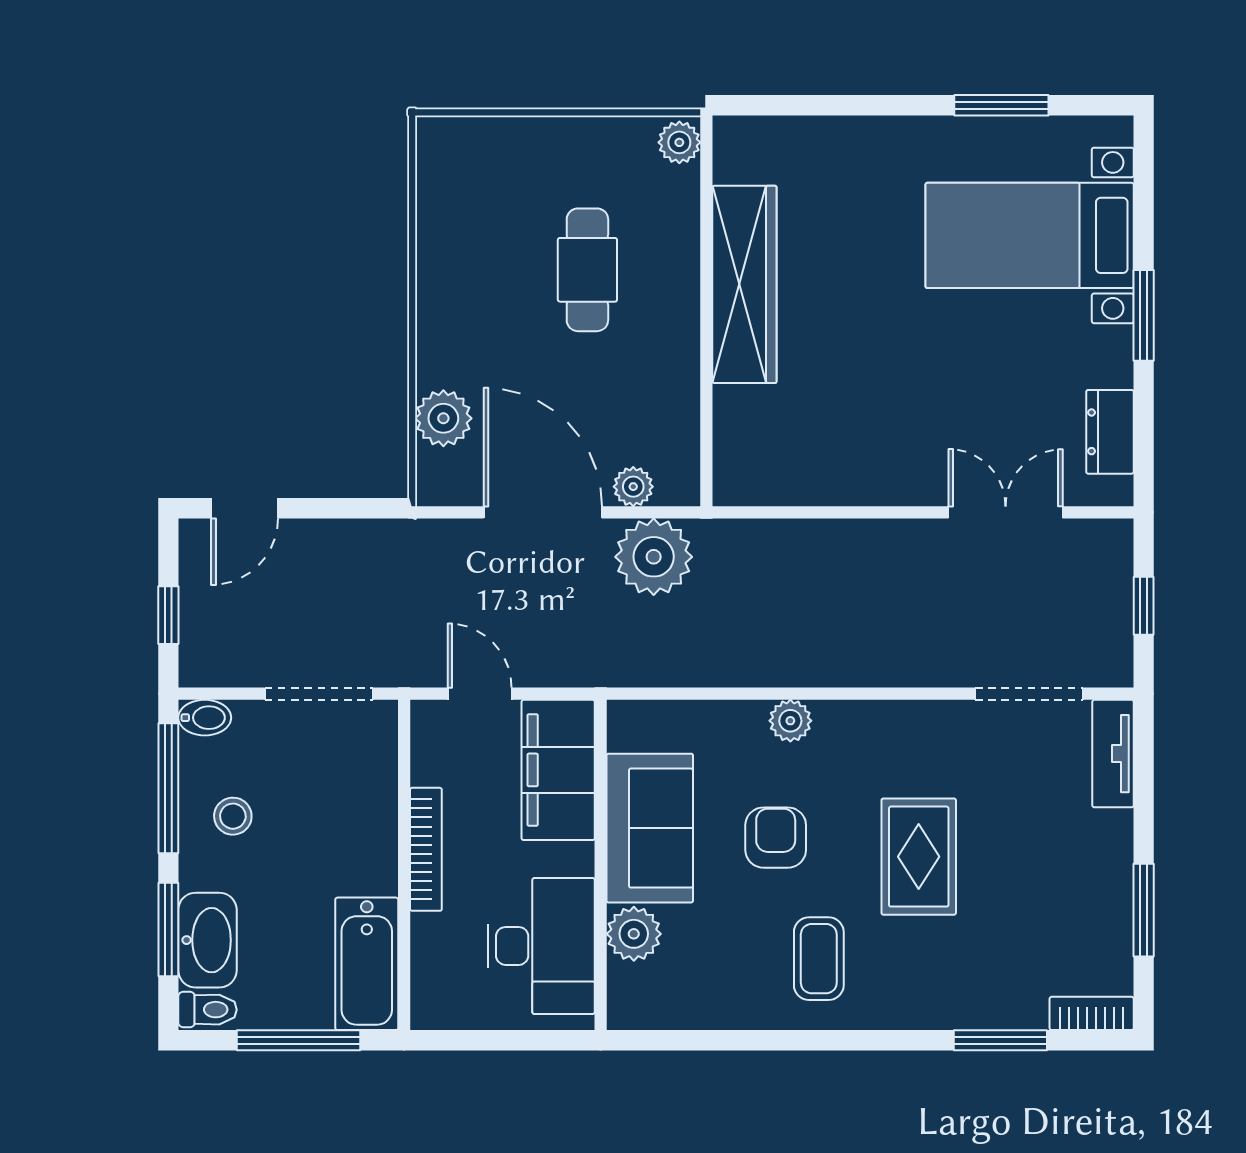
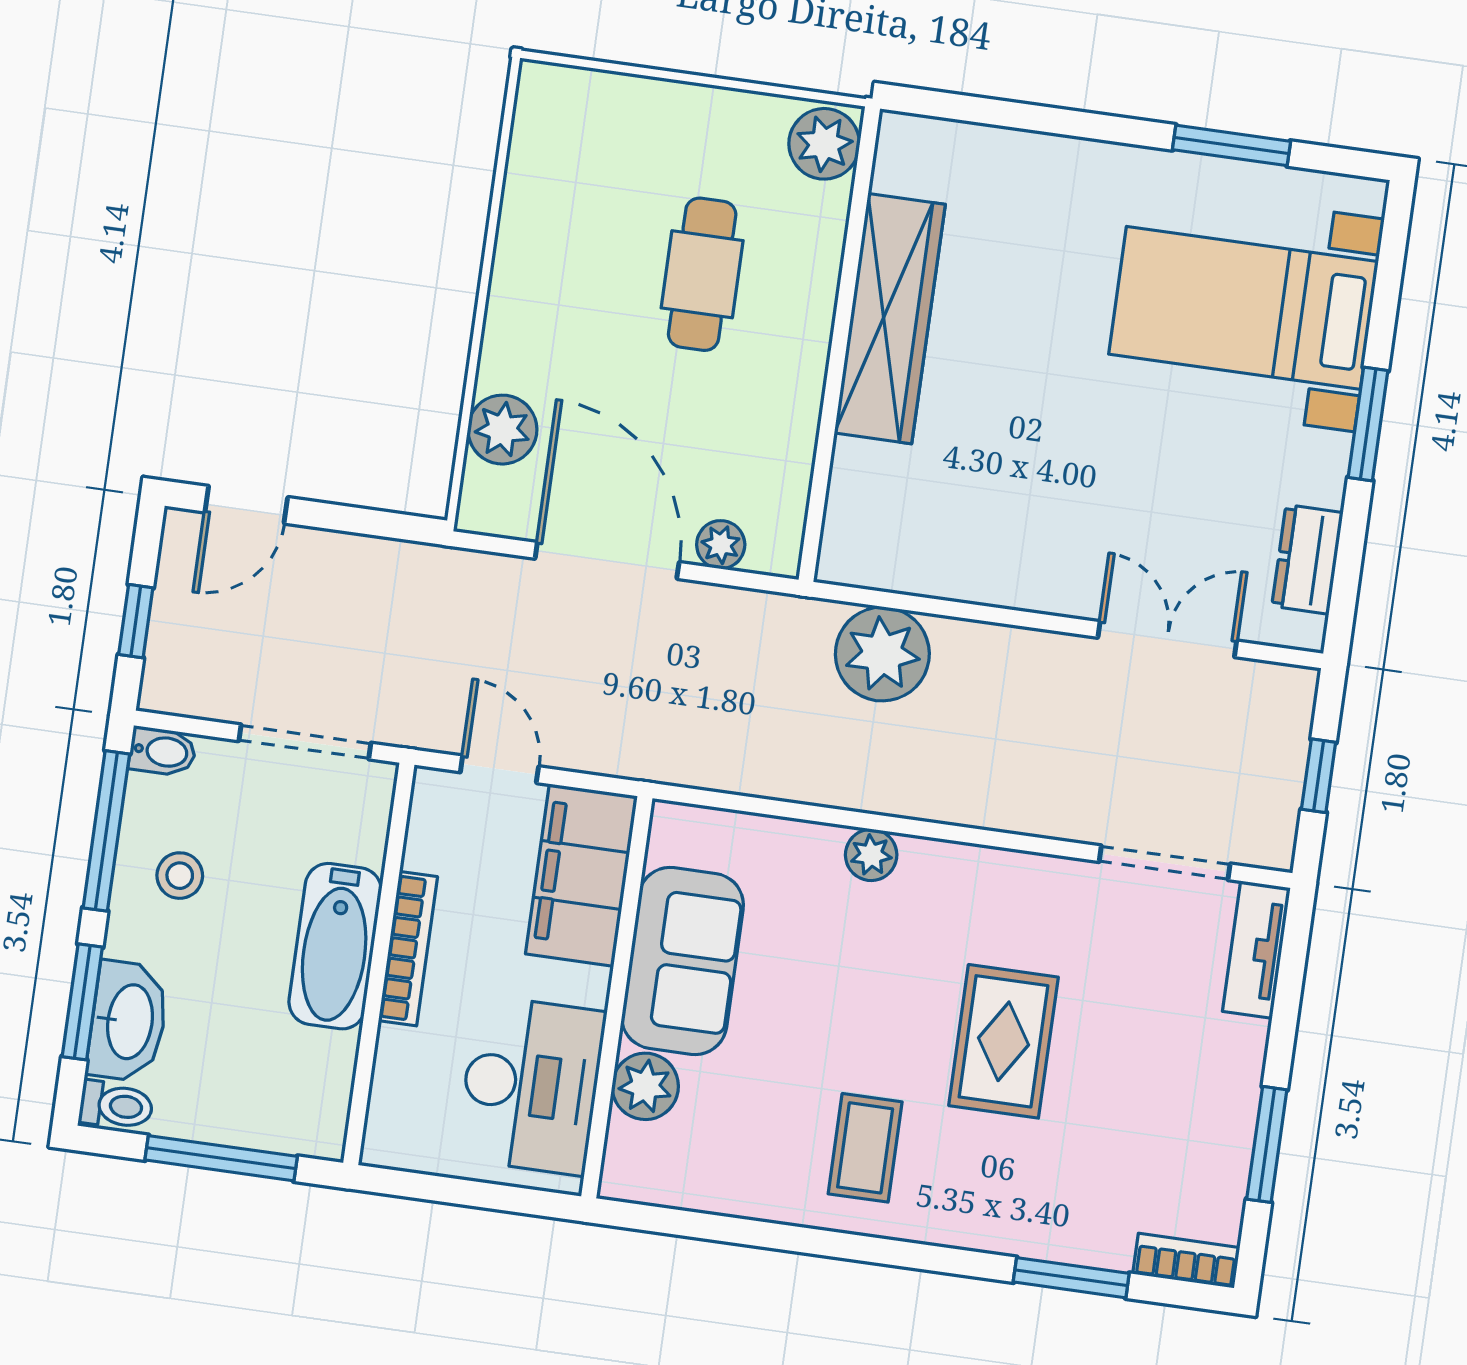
plant: (679, 142) -> (824, 144), width x1.38, depth x1.38
plant: (654, 557) -> (882, 654), moved
armchair: (776, 838) -> (833, 994), removed
bathtub: (367, 964) -> (335, 946), moved

